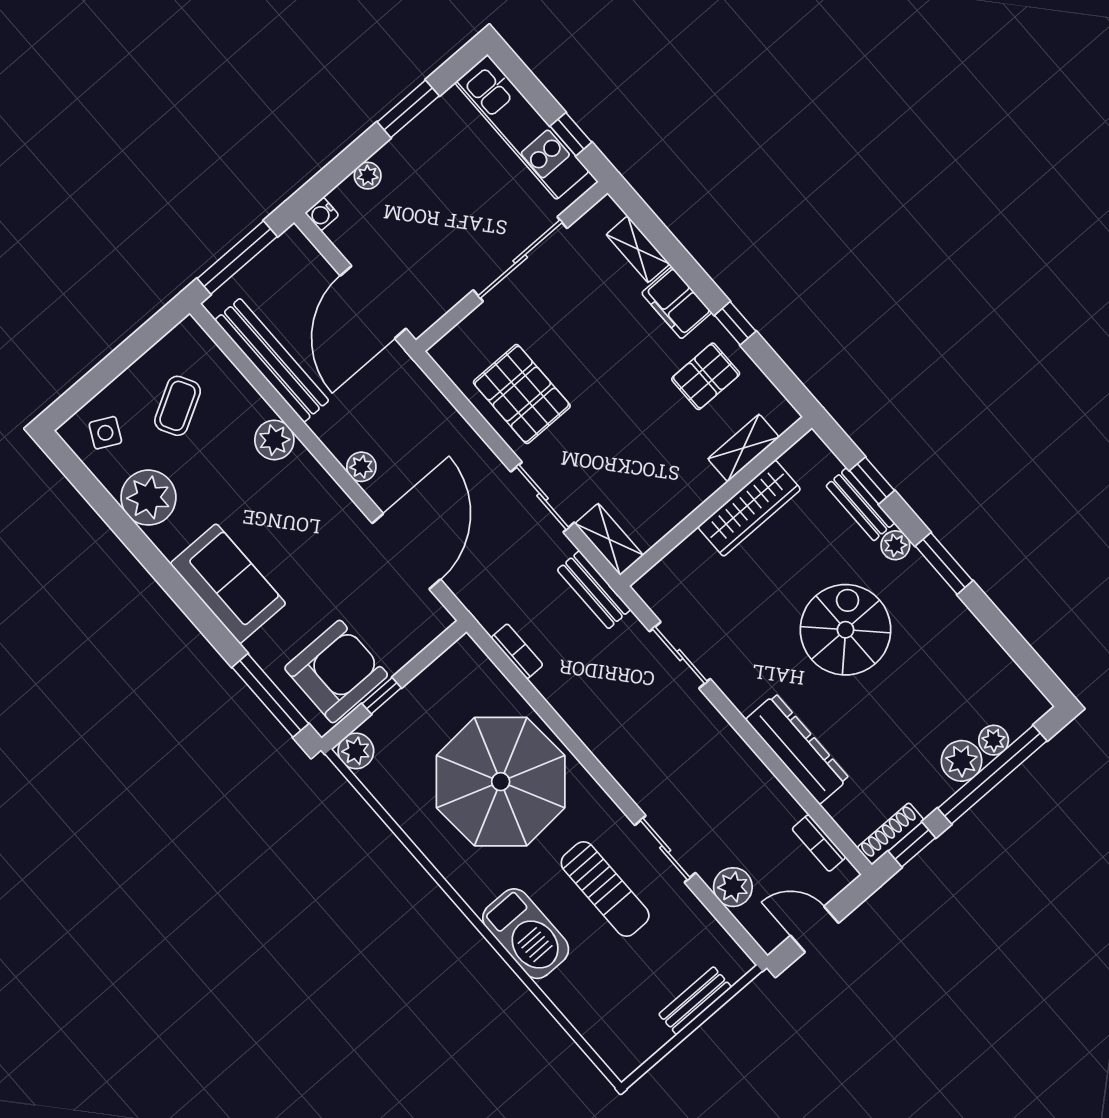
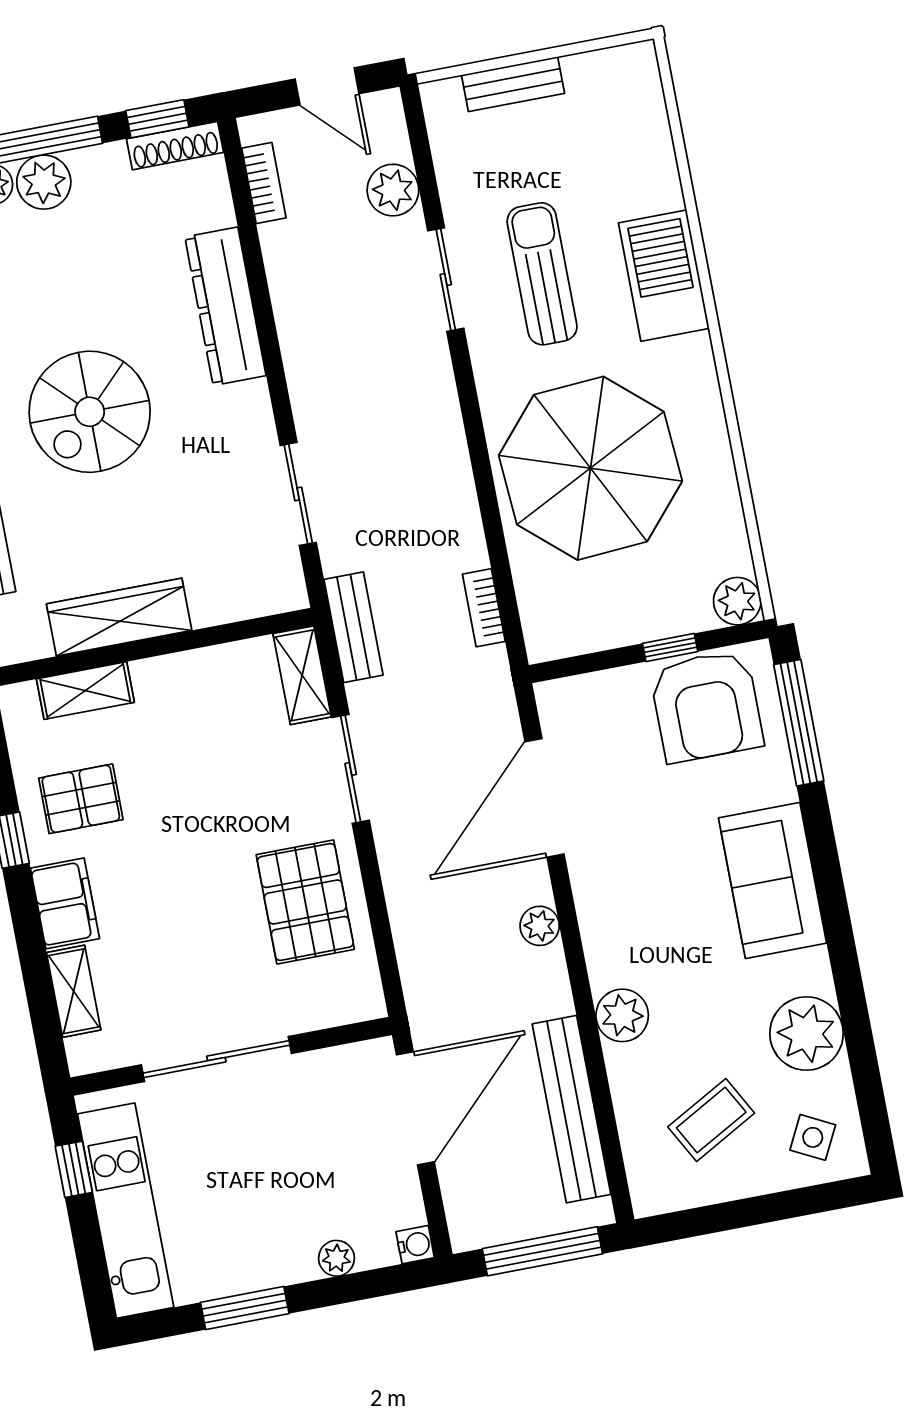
armchair: (336, 672) -> (707, 706), turned -90

